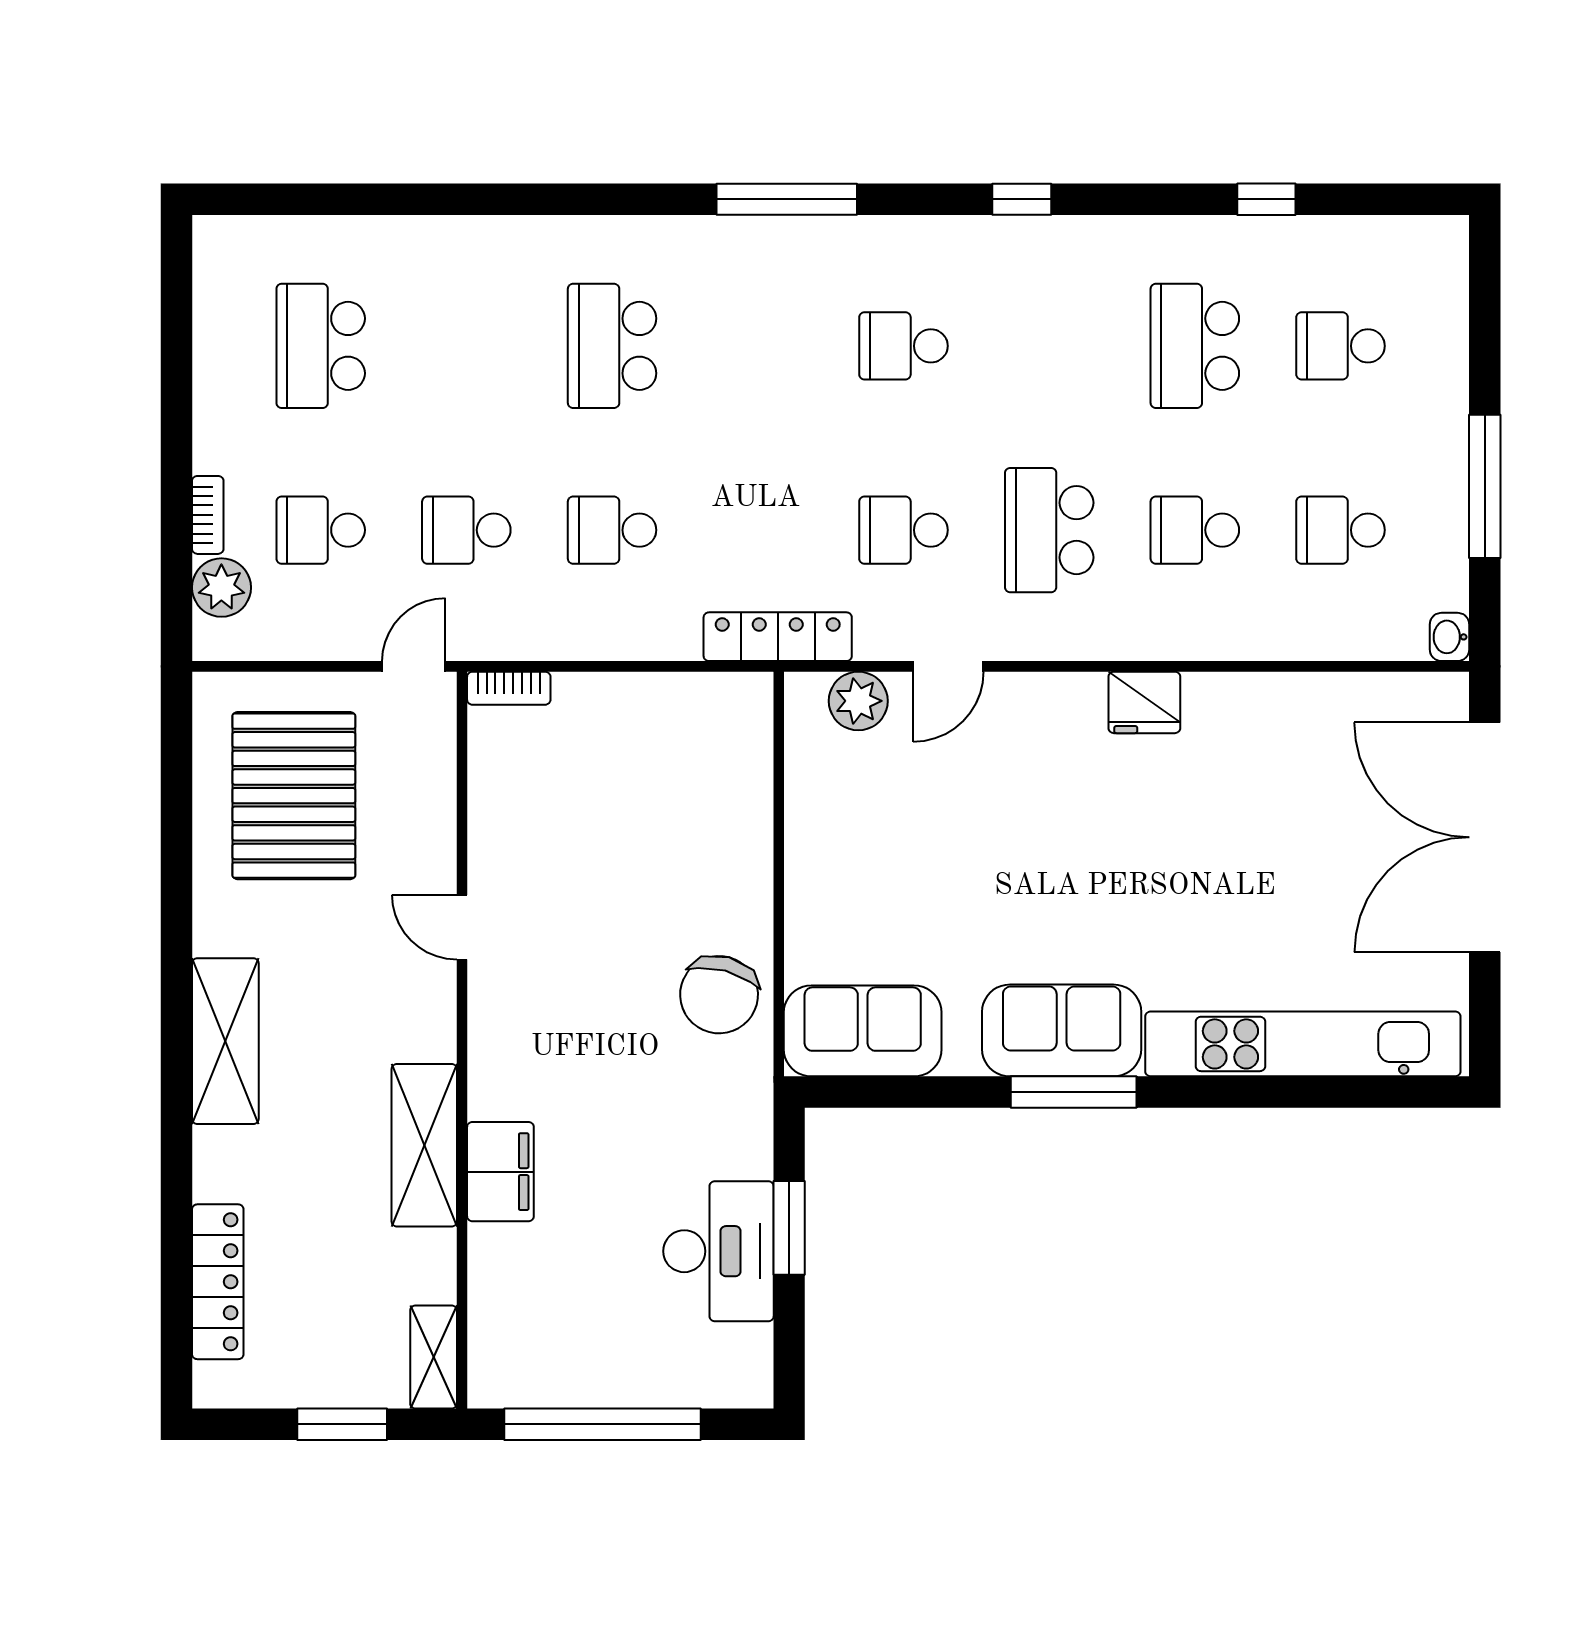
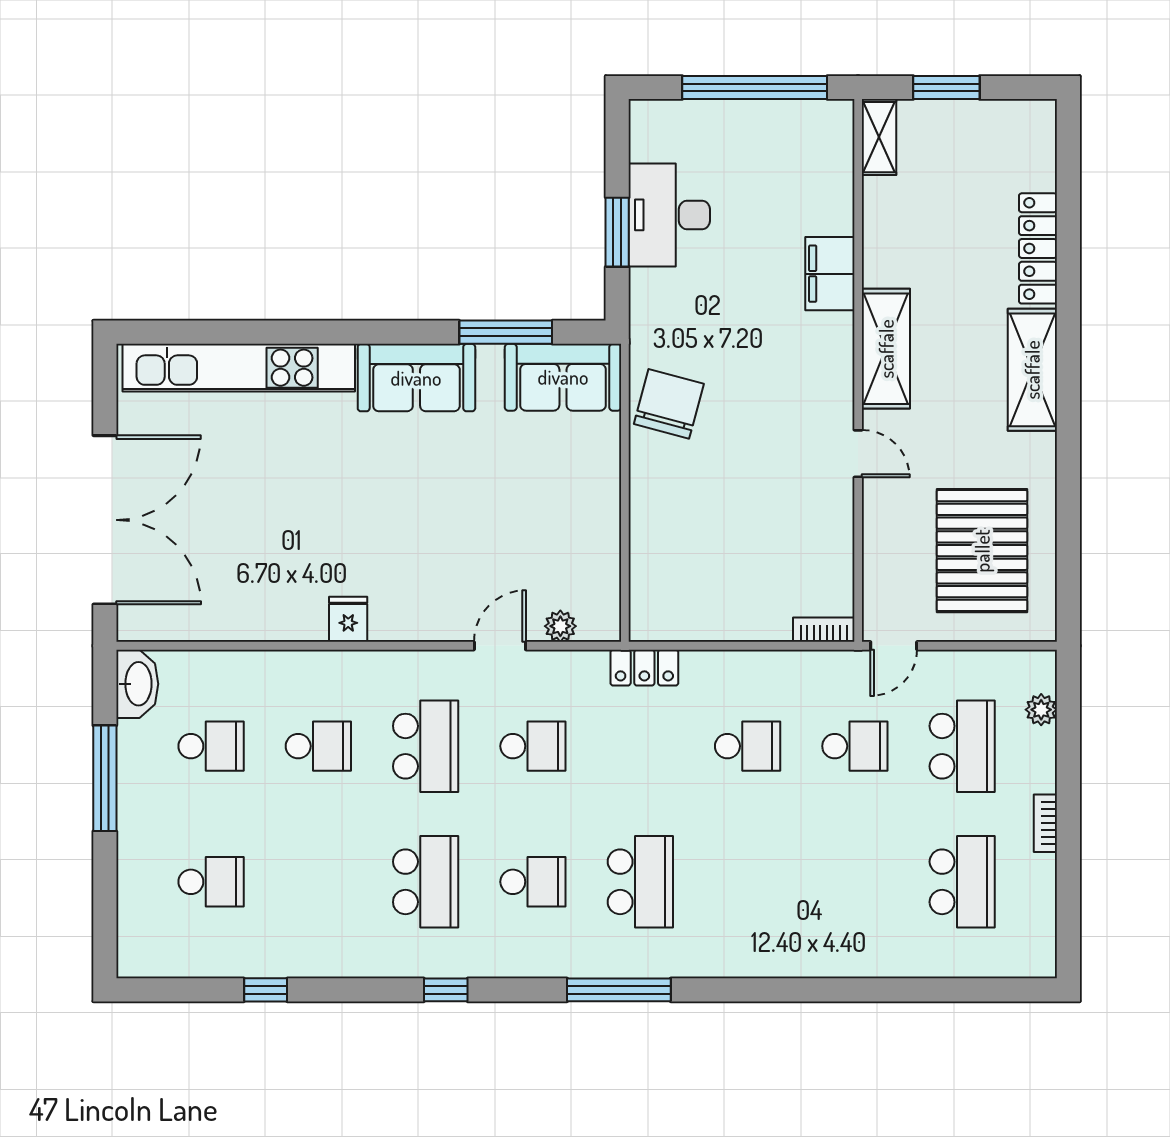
school desk: (612, 346) -> (640, 882), moved
school desk: (1195, 346) -> (426, 882), moved
bookcase: (208, 515) -> (1045, 823), moved
school desk: (321, 530) -> (962, 746), width x1.85
plant: (221, 588) -> (1041, 710), width x0.73, depth x0.73
locker: (778, 637) -> (644, 668), width x0.66
washbasin: (1450, 637) -> (137, 684), width x1.91, depth x1.45
plant: (858, 701) -> (560, 626), width x0.73, depth x0.73
fridge: (1144, 702) -> (348, 619), width x0.72
window: (1074, 1092) -> (506, 332), moved
shelving: (424, 1145) -> (886, 349), moved
locker: (218, 1282) -> (1038, 248), moved

